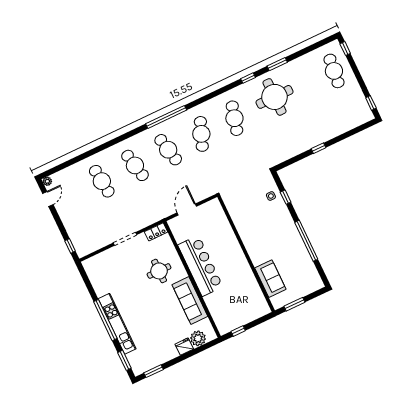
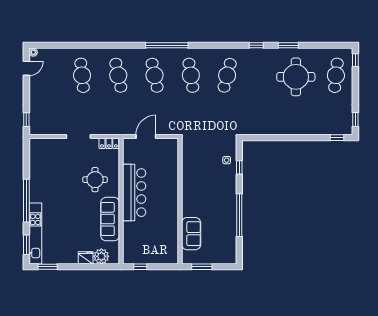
round table: (275, 97) -> (296, 77), moved
cafe table: (201, 134) -> (191, 75), turned -30
window: (318, 148) -> (337, 138), moved
kitchen unit: (117, 324) -> (35, 233), moved

